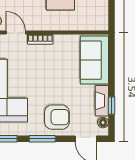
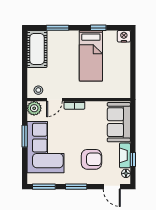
door: (16, 33) -> (54, 100), swing flipped
armchair: (57, 117) -> (91, 159), moved

